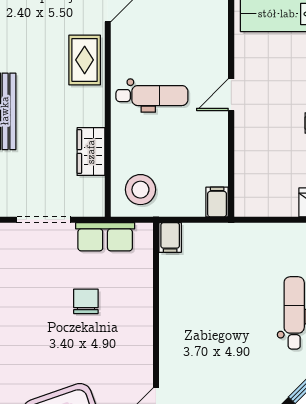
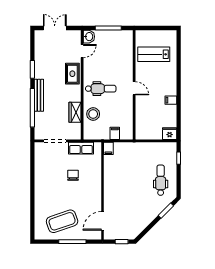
door: (231, 95) -> (134, 88), swing flipped
stool: (140, 190) -> (93, 114), moved
filing cabinet: (217, 202) -> (115, 133), moved

